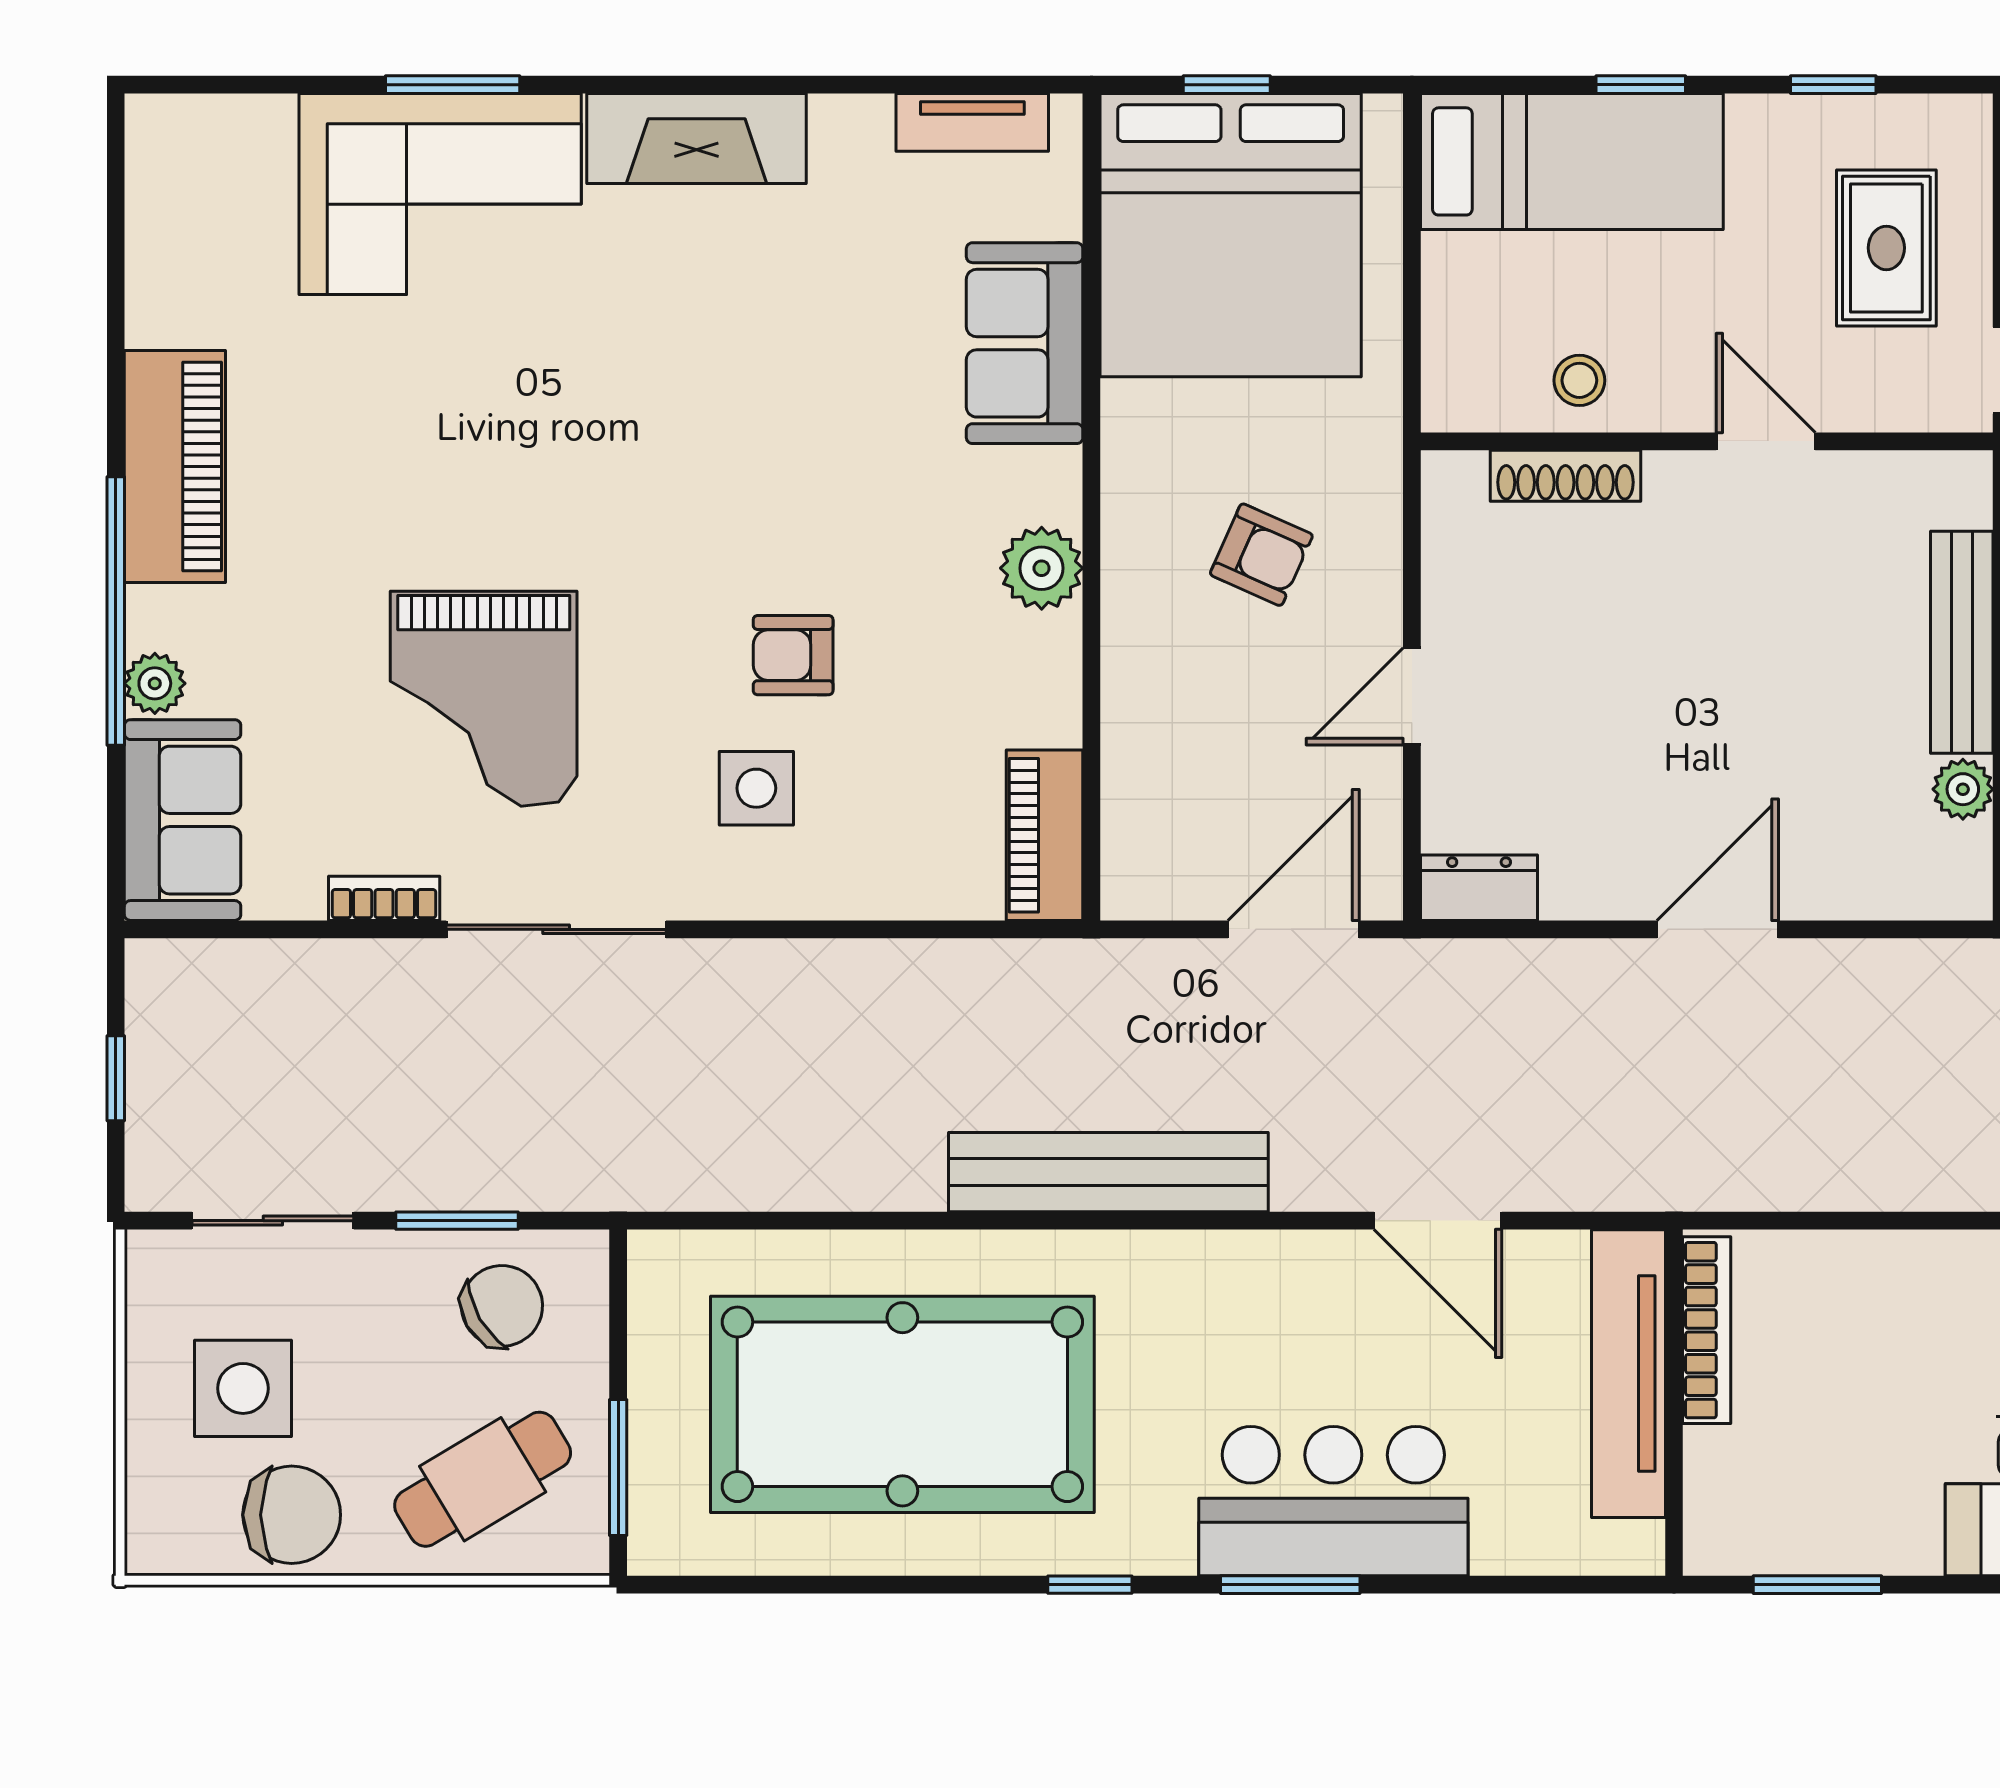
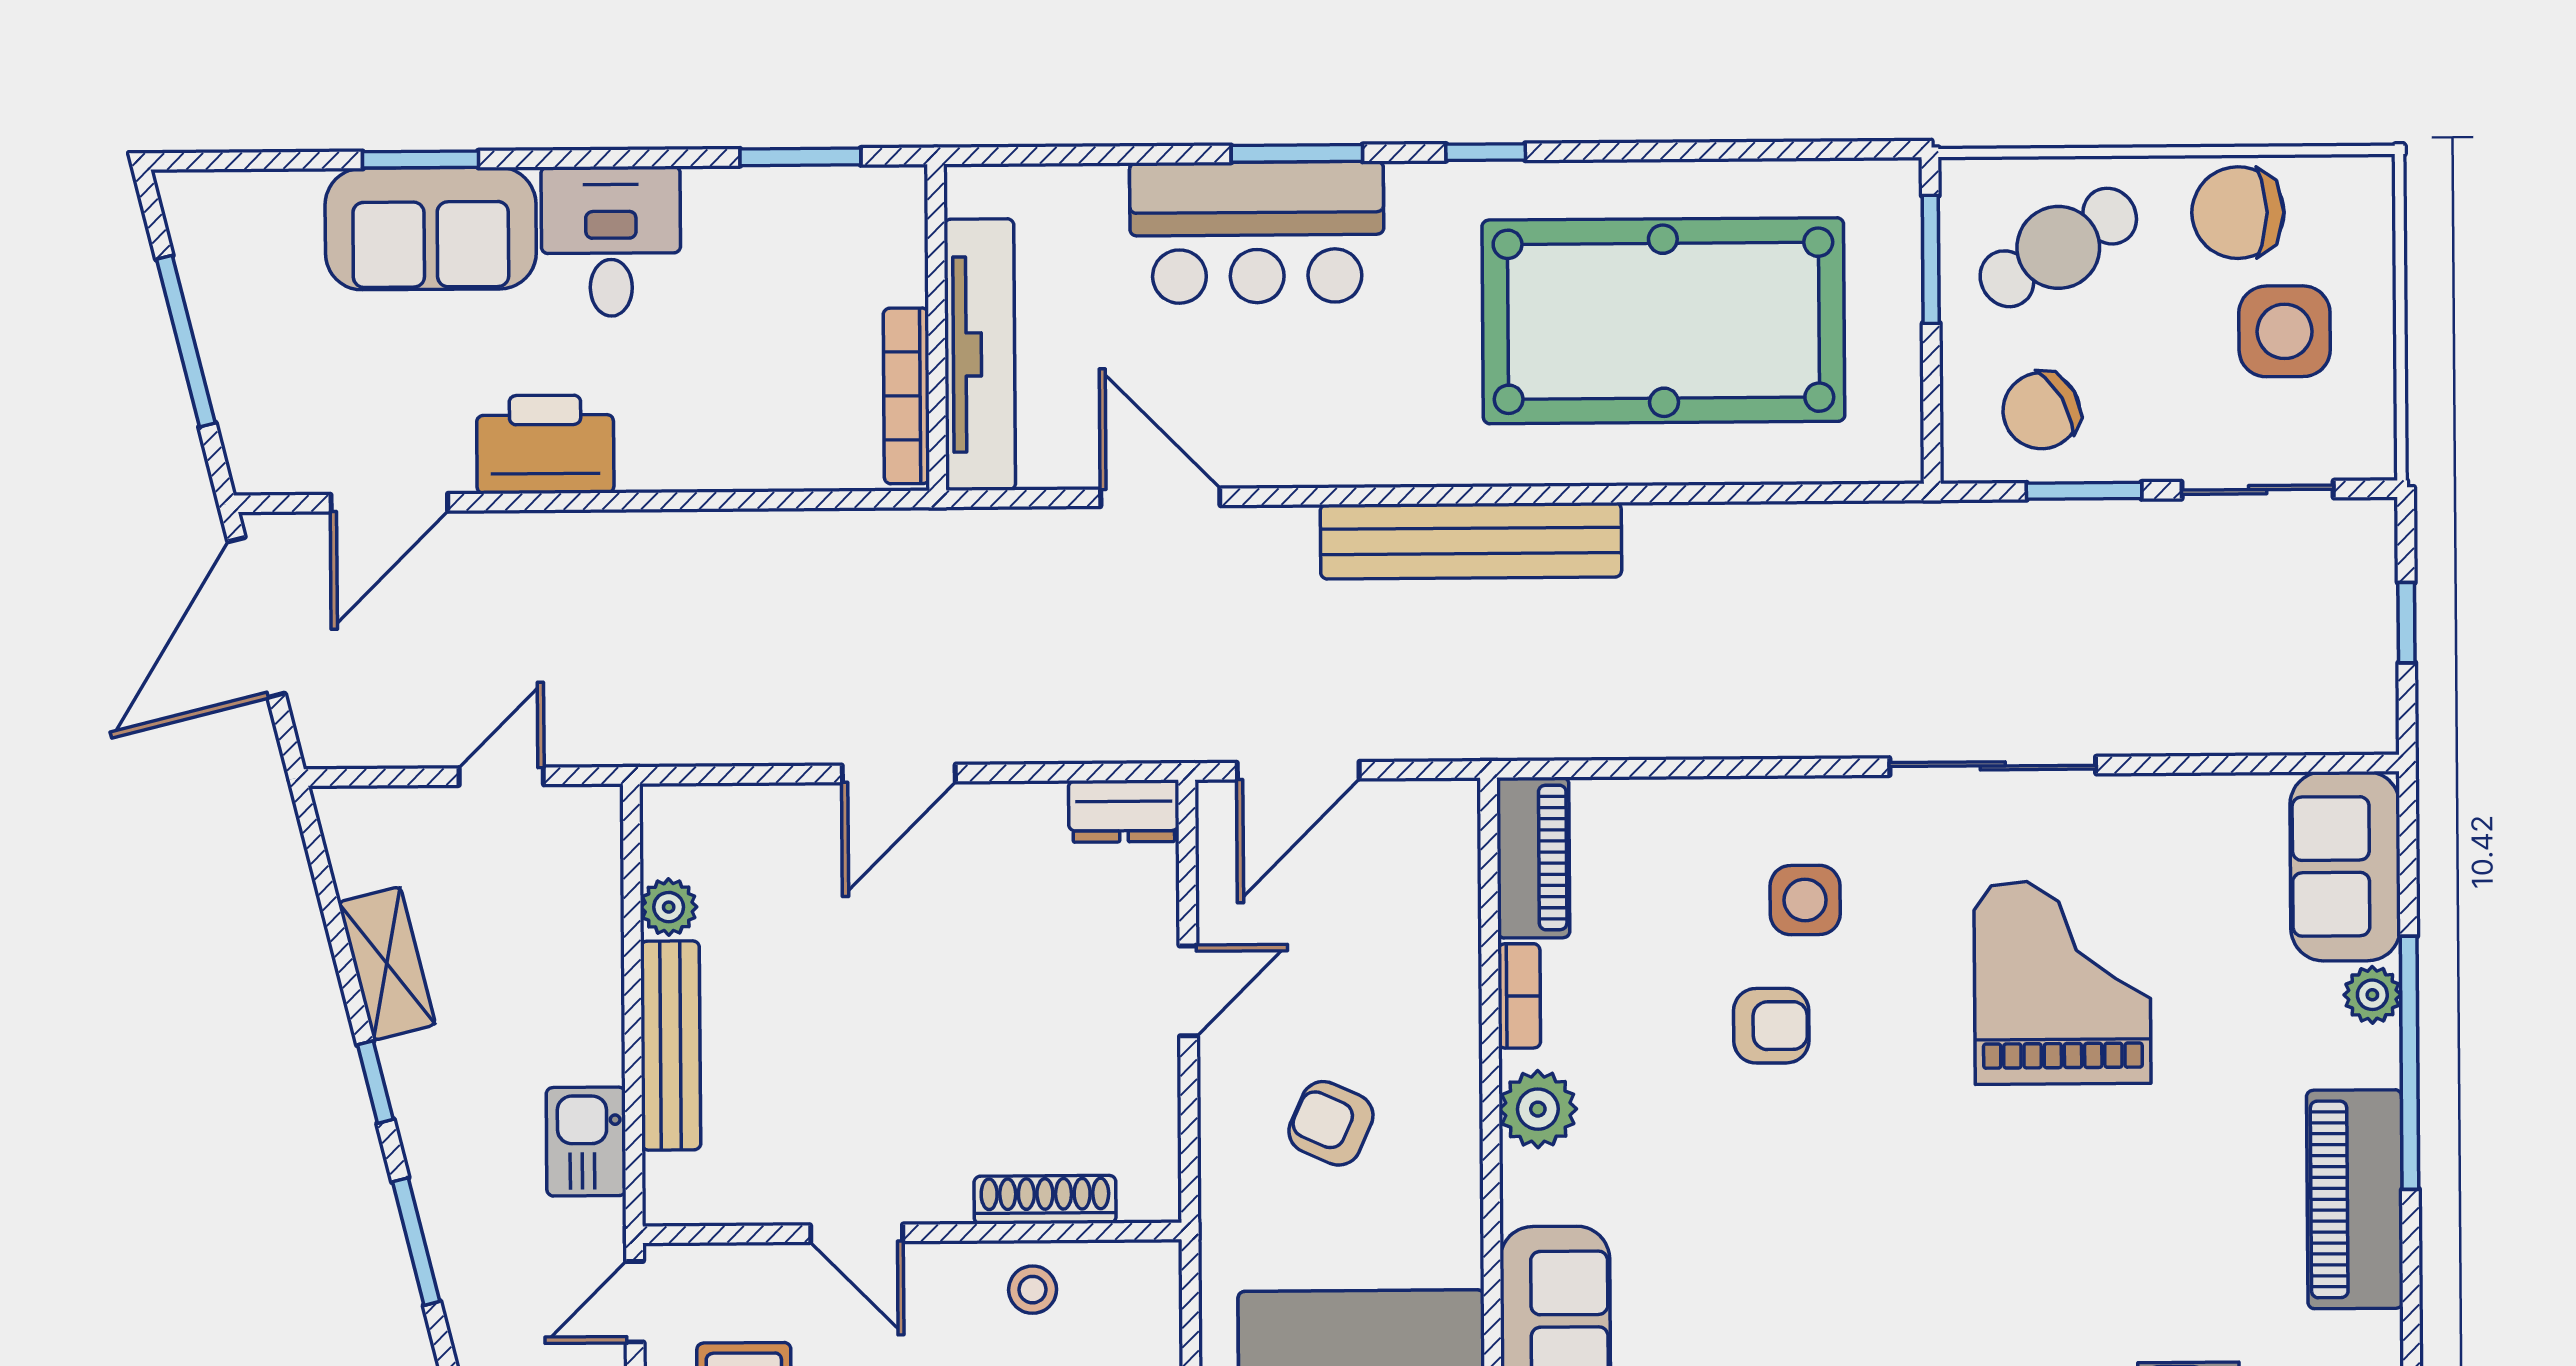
bookcase: (384, 898) -> (1519, 996), moved, turned -90

